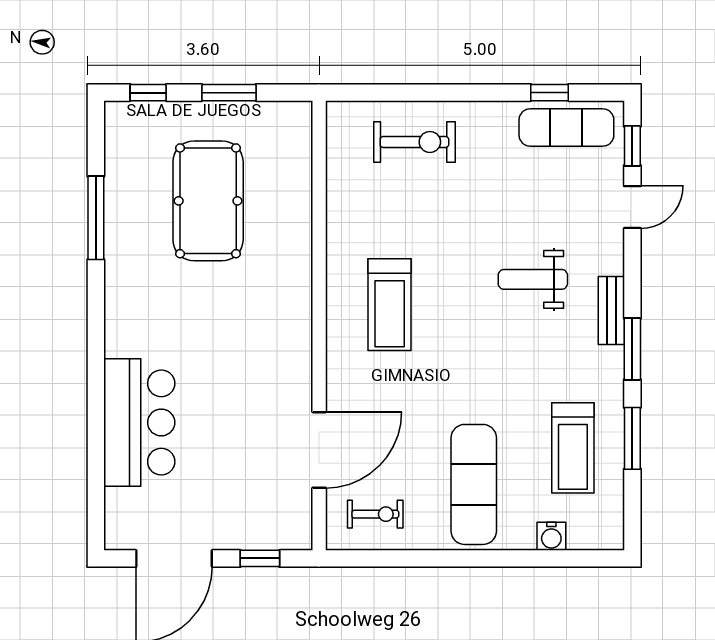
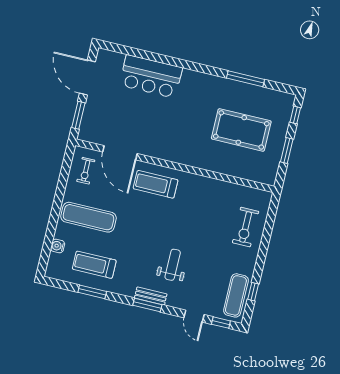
treadmill: (390, 305) -> (156, 184), moved
window: (632, 349) -> (147, 305), moved
window: (260, 558) -> (78, 115), width x1.50

